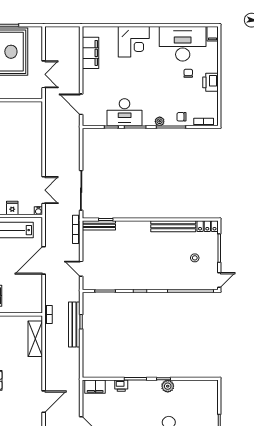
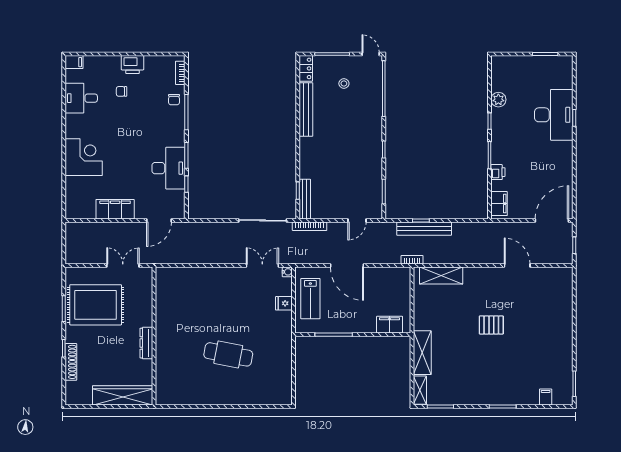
desk: (183, 44) -> (81, 98), width x0.53, depth x0.77
filing cabinet: (90, 53) -> (115, 209), moved
plant: (160, 121) -> (179, 126), removed
plant: (168, 386) -> (498, 100), moved

